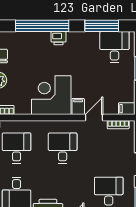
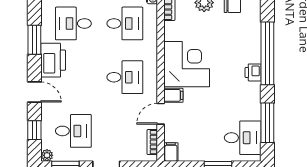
door: (94, 117) -> (161, 114), swing flipped

